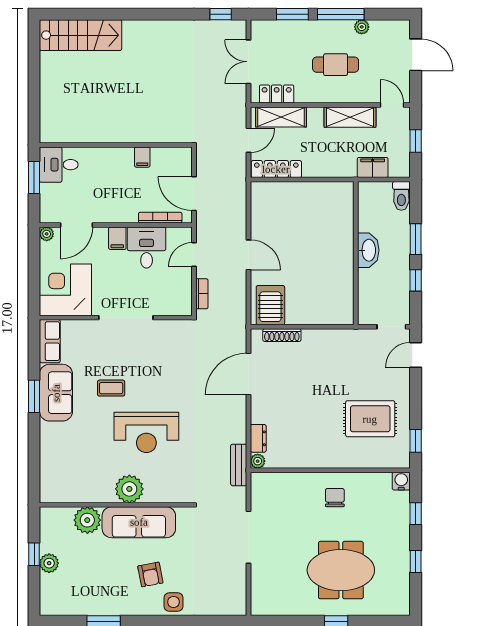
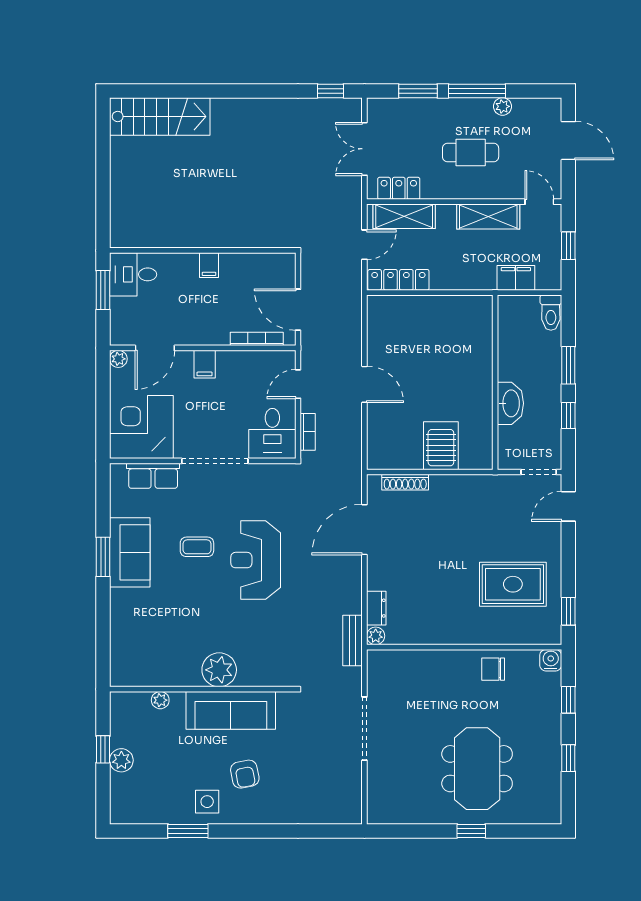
filing cabinet: (142, 157) -> (209, 265), moved
desk: (147, 247) -> (272, 434), moved, turned 180
washbasin: (368, 250) -> (510, 403), moved
server rack: (270, 305) -> (441, 446), moved
row of seats: (50, 341) -> (153, 476), moved, turned 90
reception desk: (146, 432) -> (256, 560), moved, turned 90
chair: (335, 498) -> (493, 669), moved, turned -90
plant: (87, 520) -> (160, 700), width x0.53, depth x0.53
meeting table: (341, 570) -> (477, 769), turned 90
side table: (173, 602) -> (207, 802), moved

